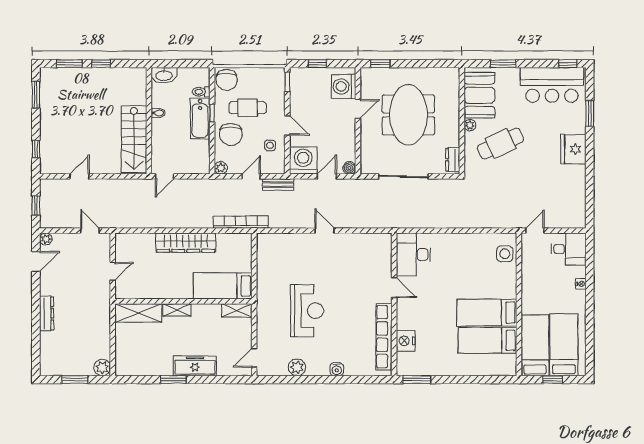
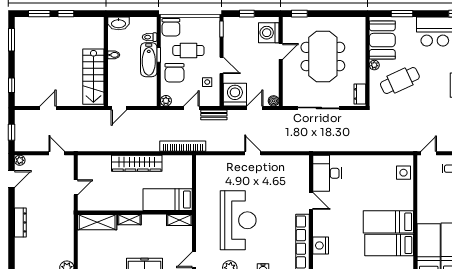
reception desk: (307, 311) -> (238, 220), width x1.36, depth x1.30

